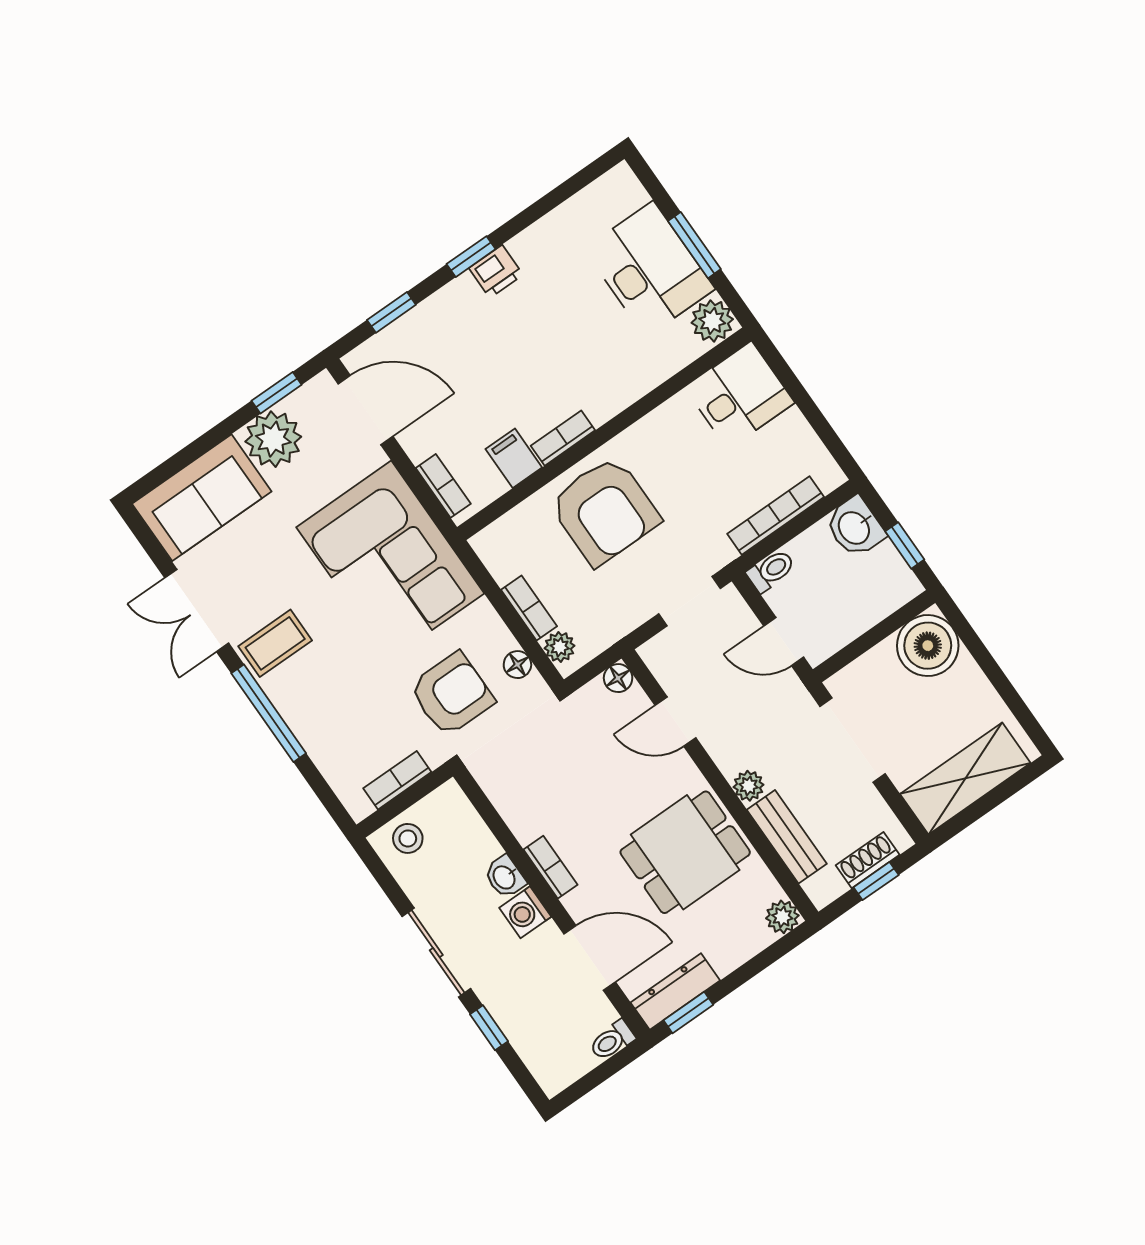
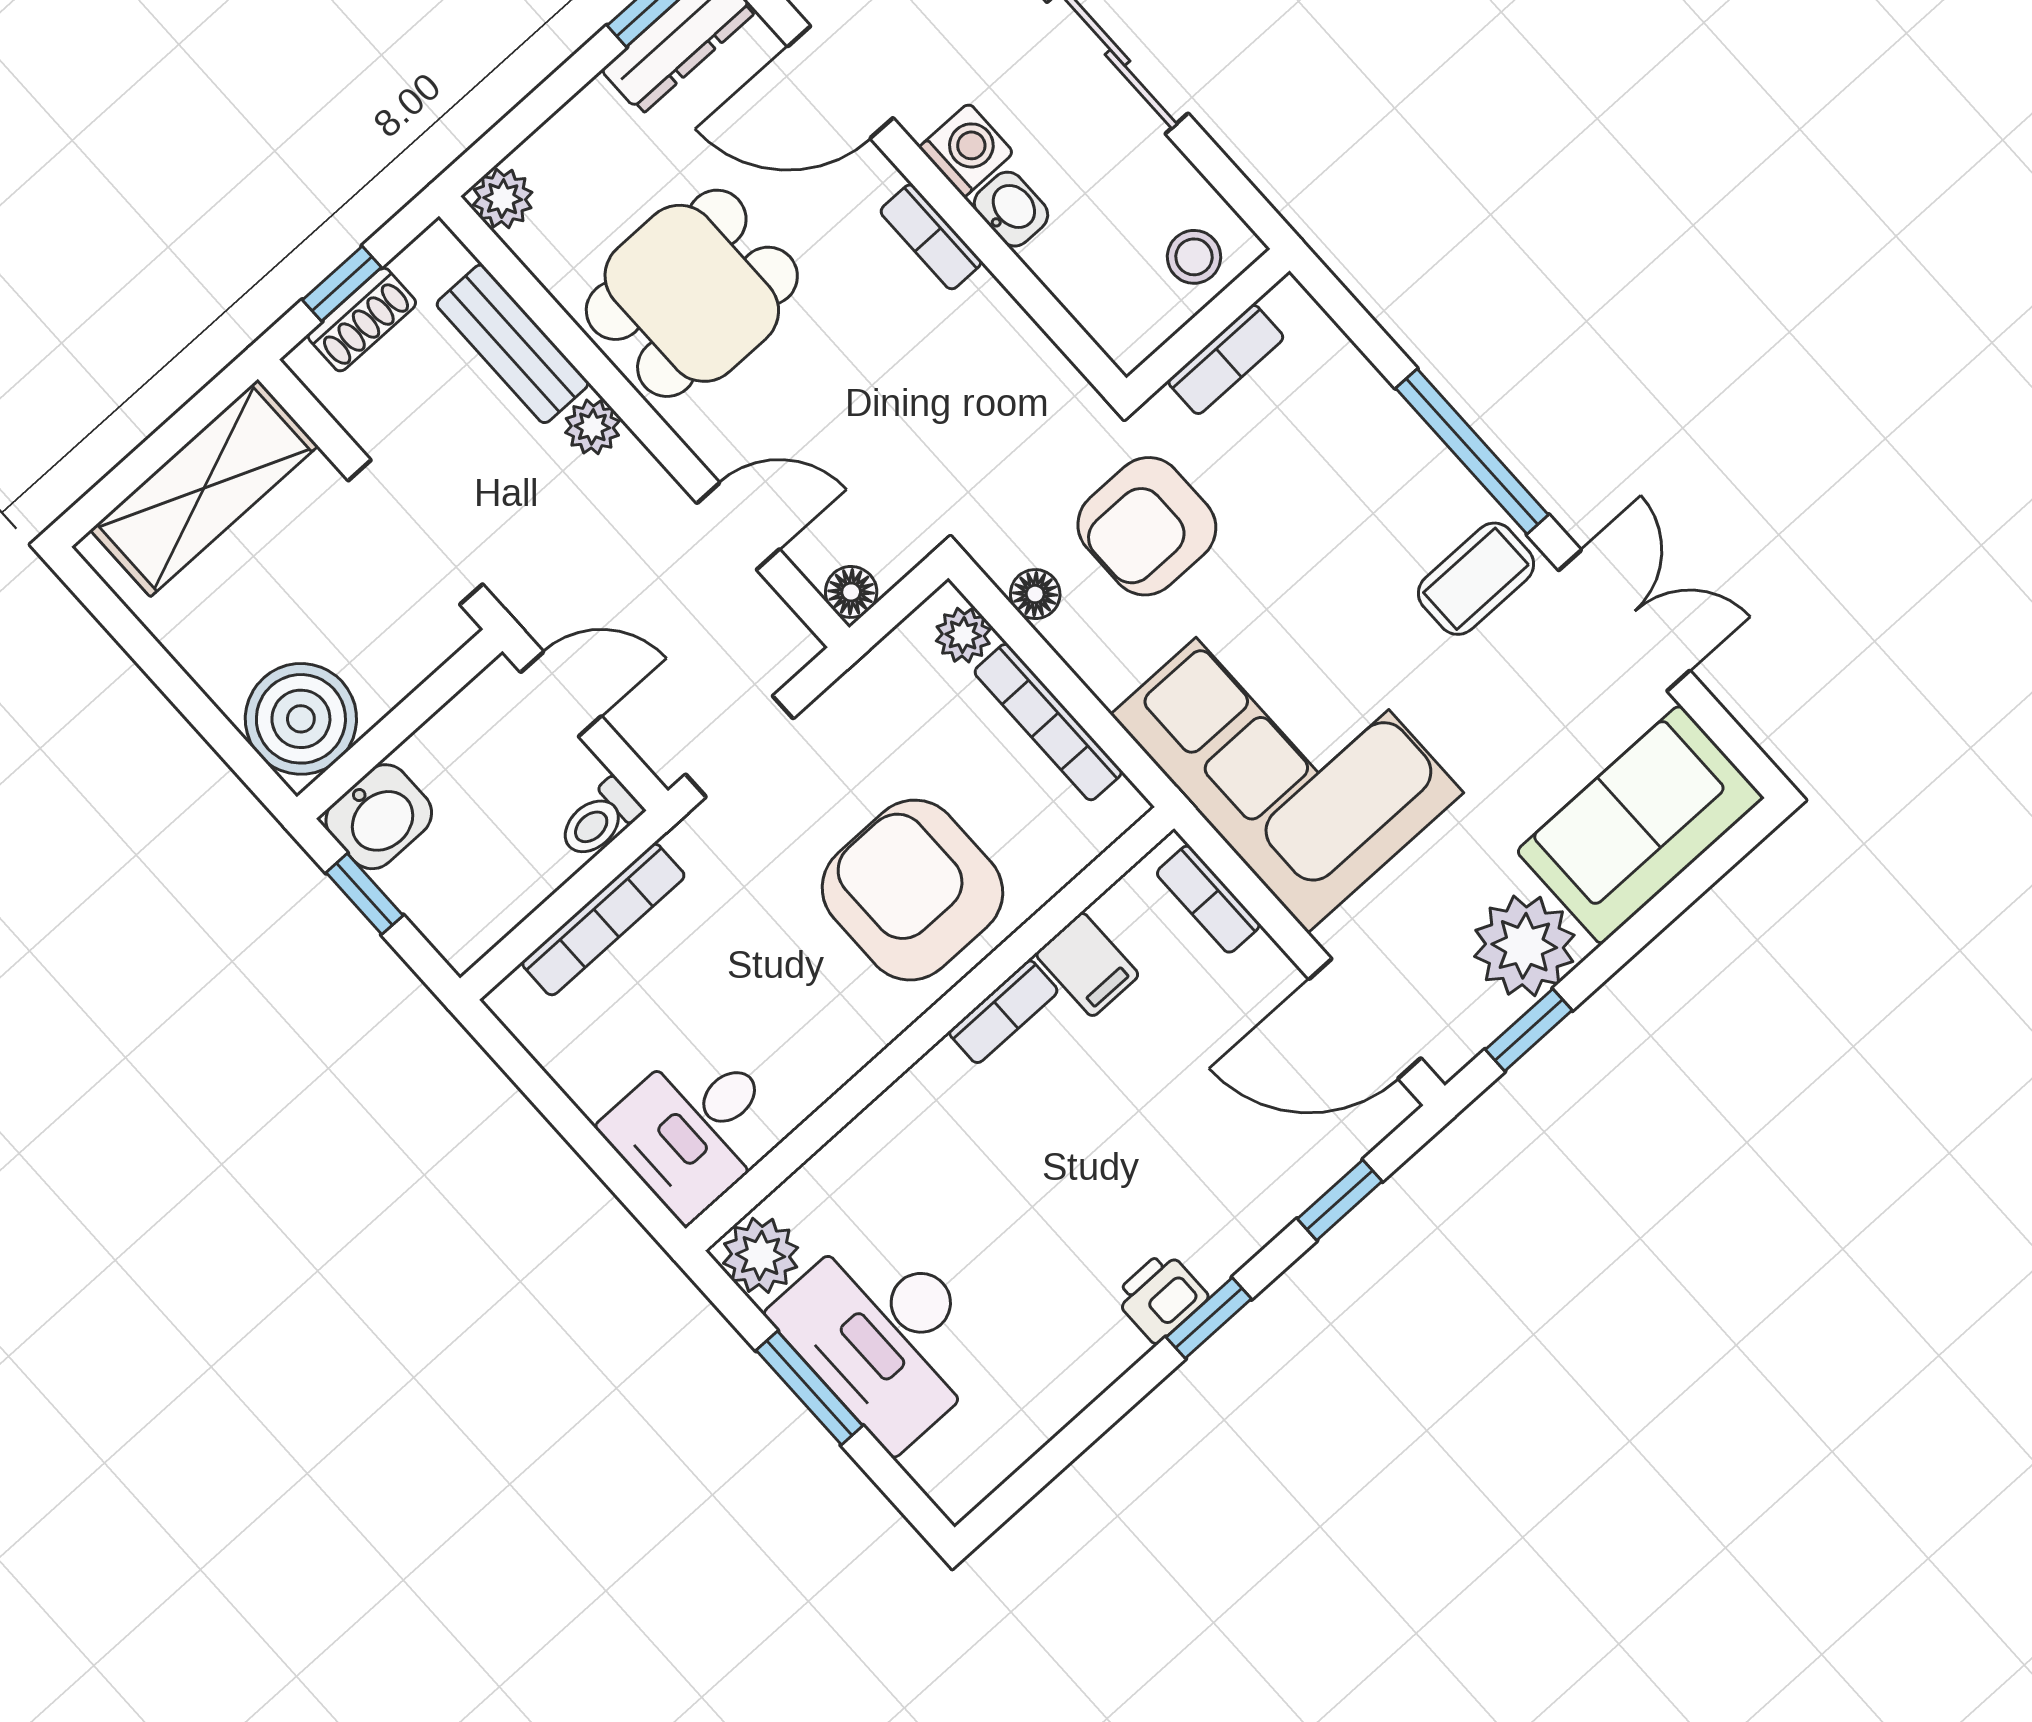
washbasin: (855, 527) -> (379, 817), moved, turned 90
bookcase: (529, 608) -> (1048, 722), width x1.56

